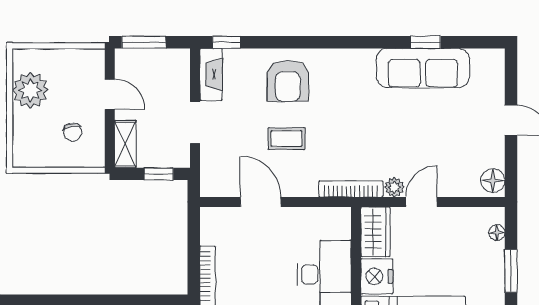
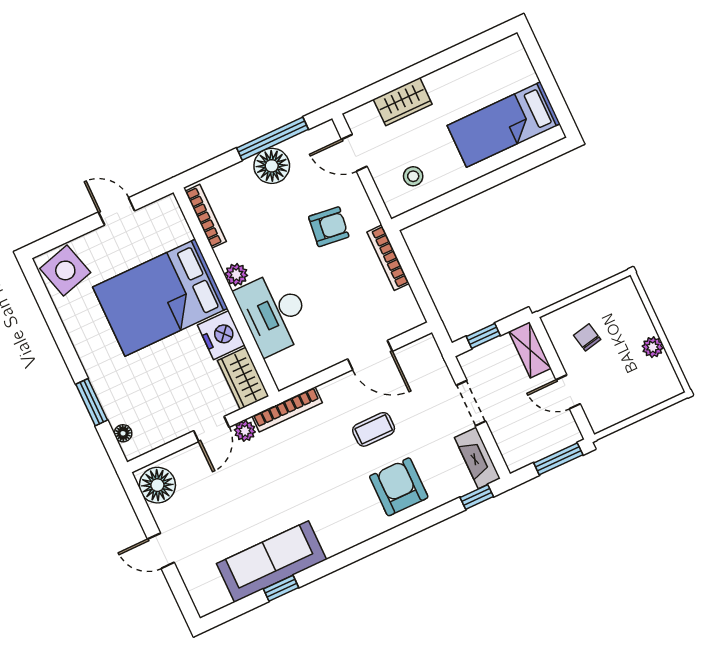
plant: (30, 90) -> (653, 347), width x0.53, depth x0.53
floor lamp: (493, 181) -> (157, 485), width x1.38, depth x1.38

